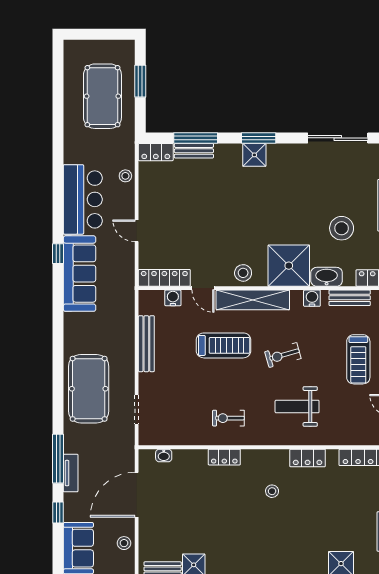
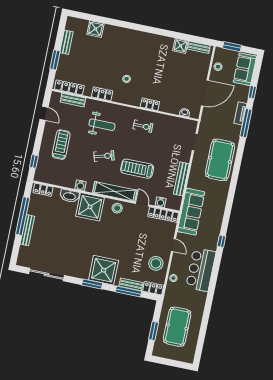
shower: (254, 155) -> (104, 270), width x1.86, depth x1.86
stool: (342, 228) -> (156, 263), moved
sofa: (80, 274) -> (191, 212), moved, turned 180
bench: (350, 298) -> (73, 100), moved

